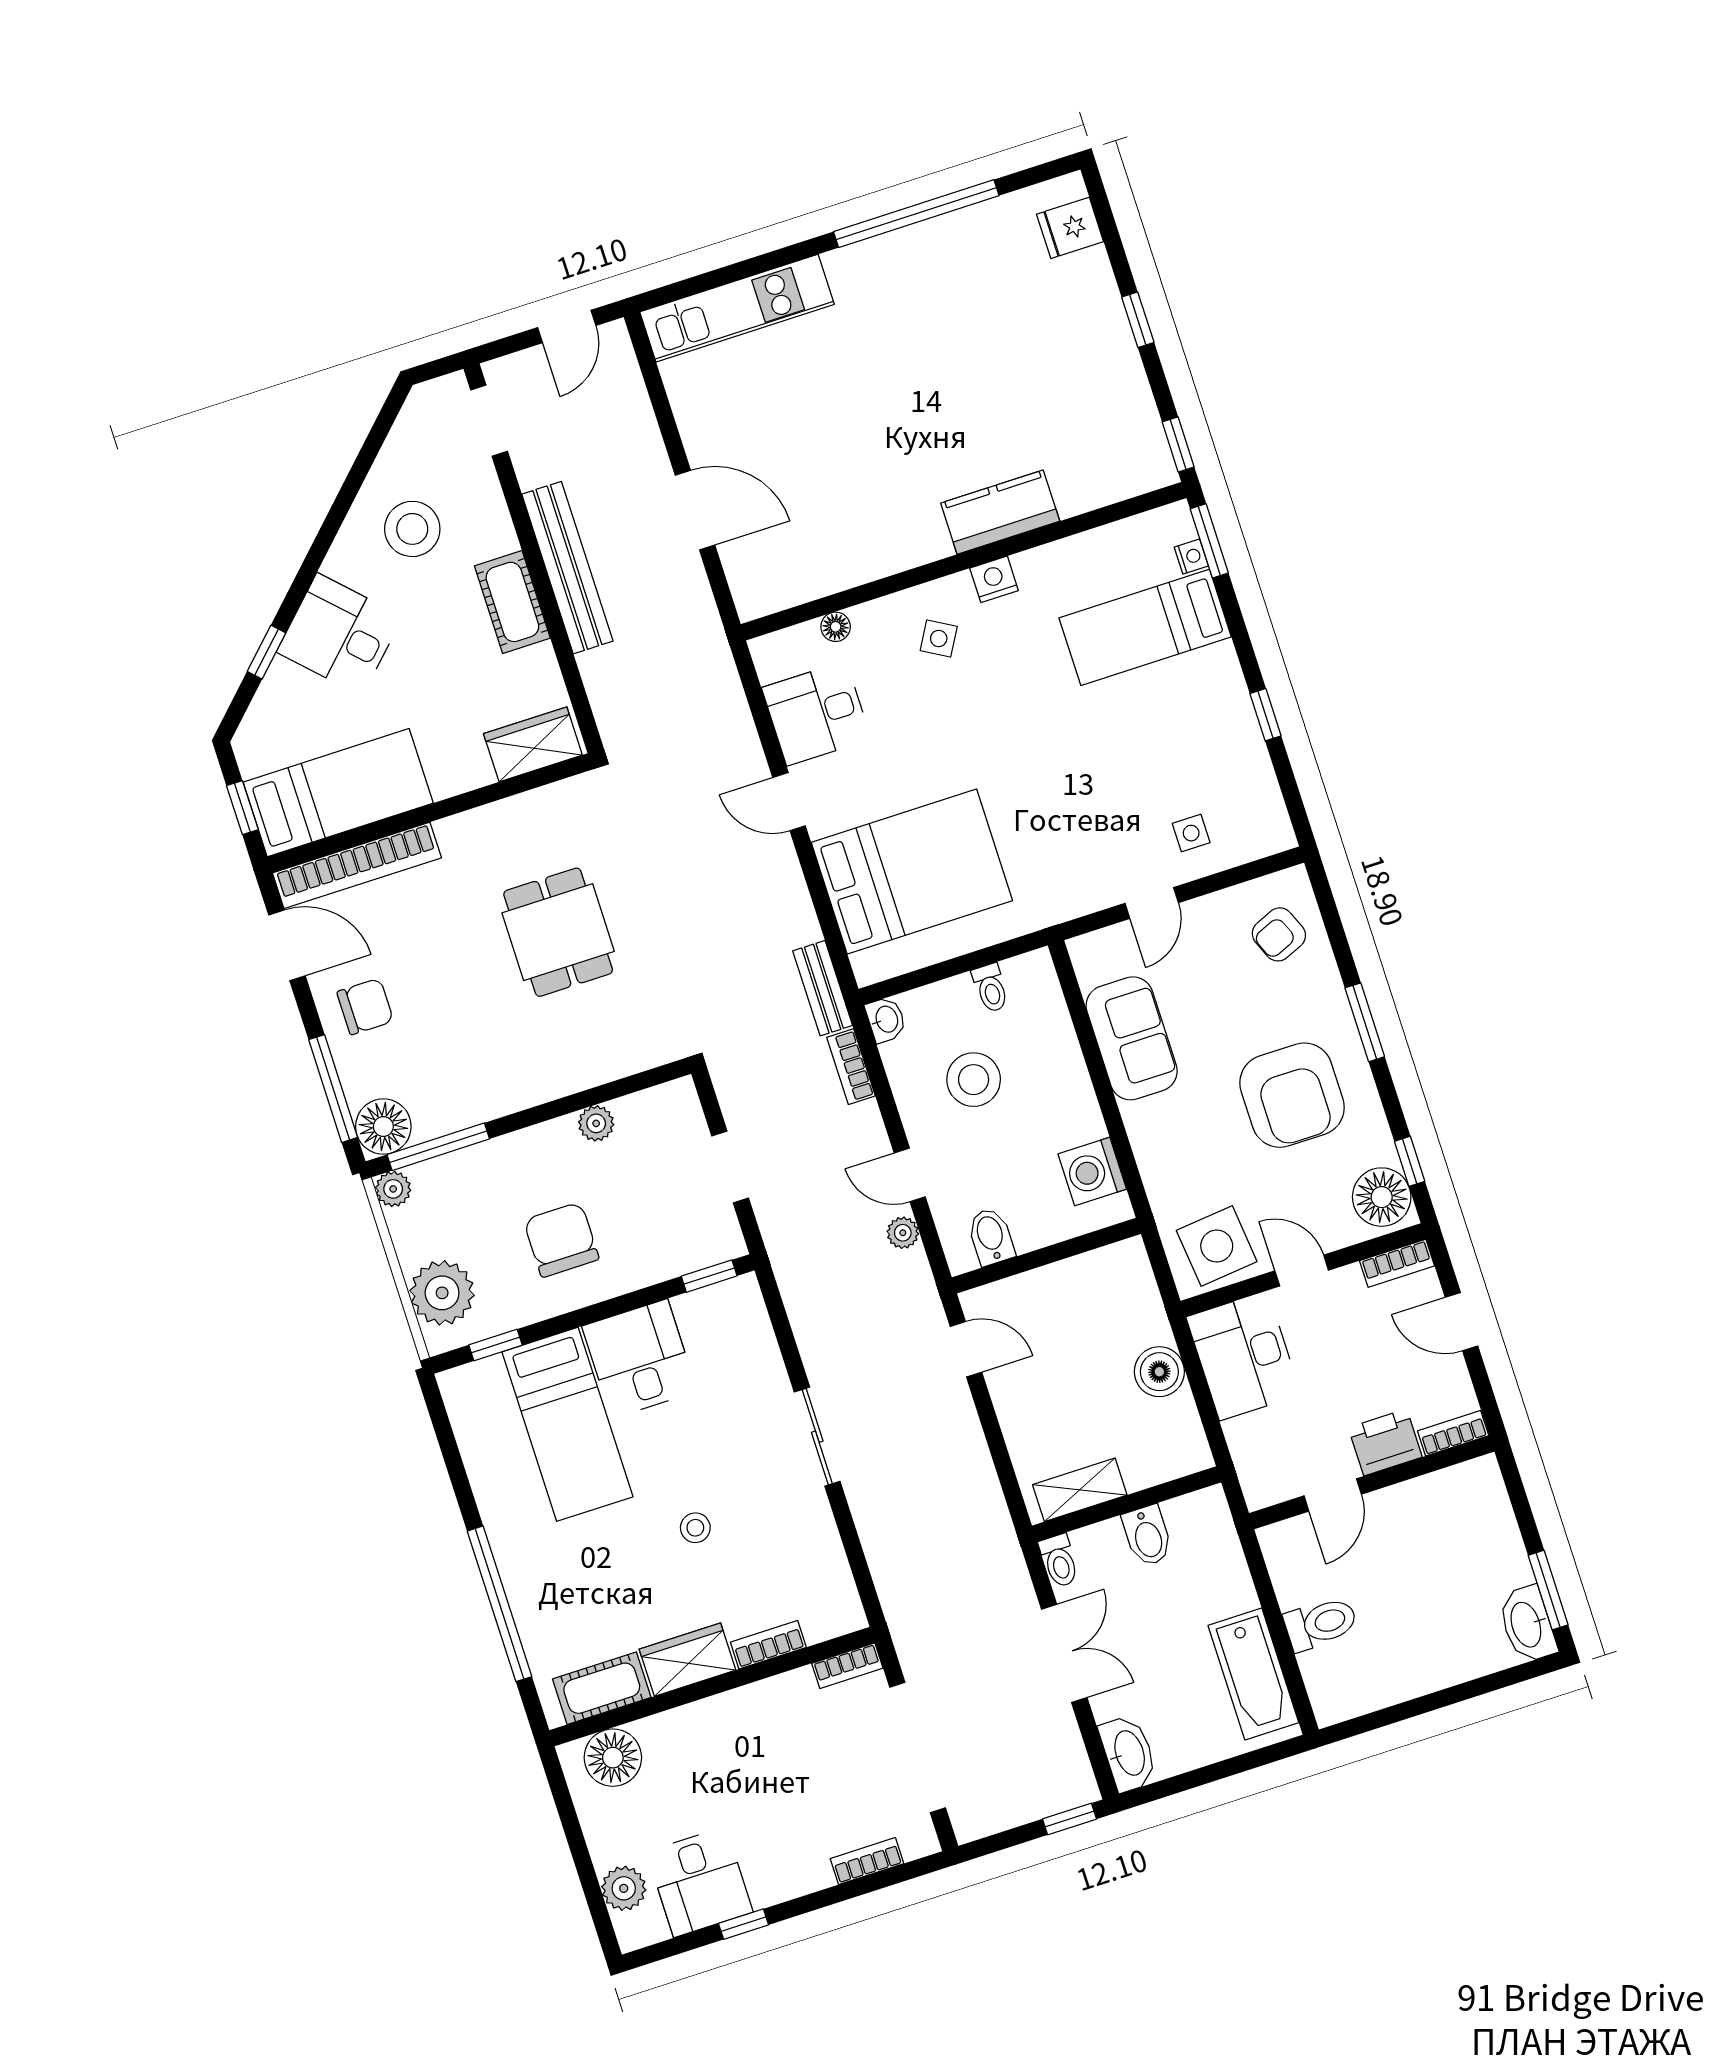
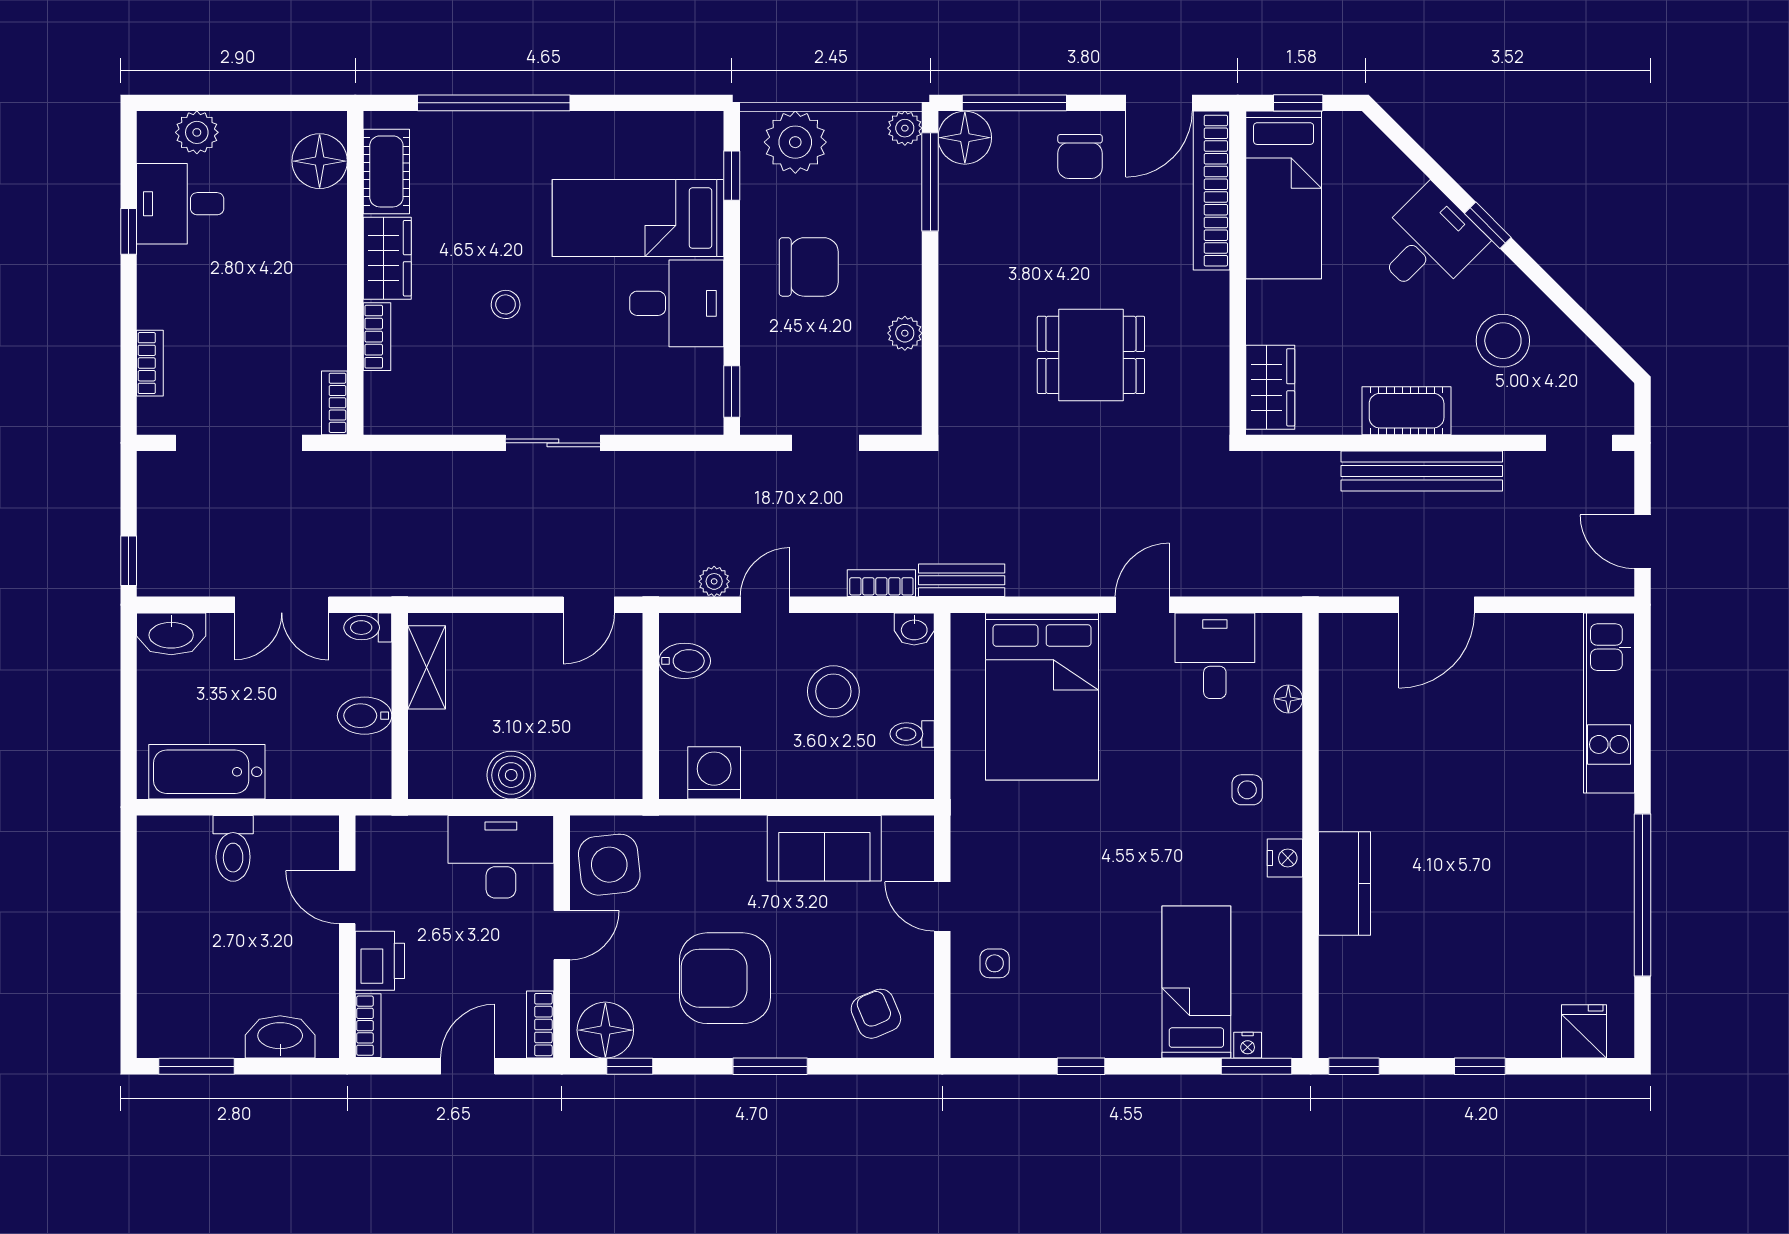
side table: (939, 639) -> (1247, 790), turned -30
window: (266, 652) -> (1488, 225), moved
washbasin: (1527, 1624) -> (280, 1037), moved

